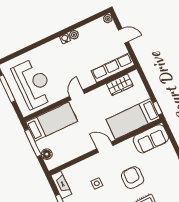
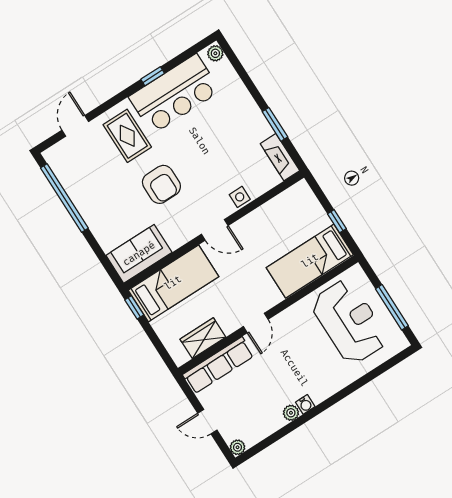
reception desk: (33, 83) -> (349, 322), turned 180
door: (77, 95) -> (256, 323), moved
window: (33, 143) -> (337, 221), width x0.46
floor lamp: (47, 154) -> (311, 205), removed
side table: (97, 183) -> (240, 197), moved

